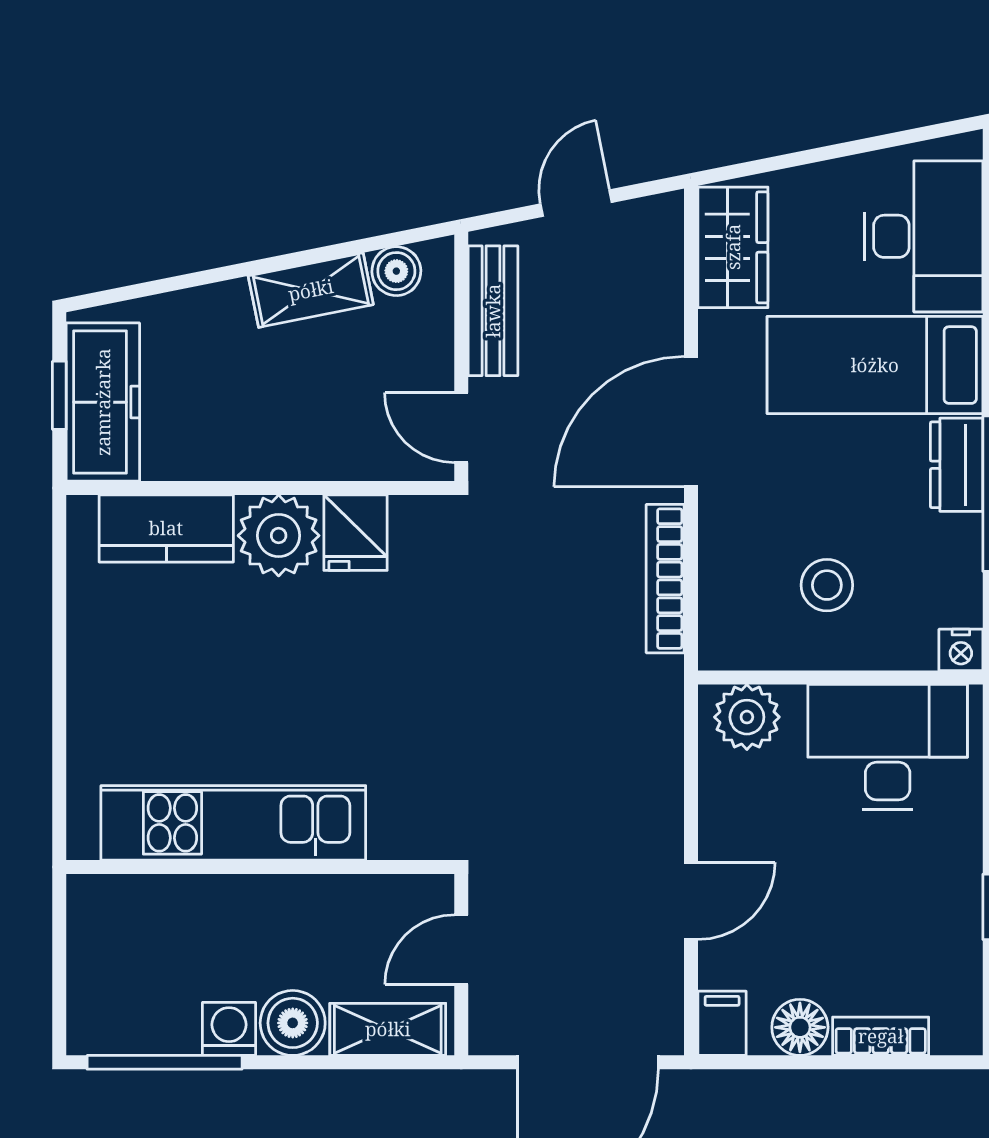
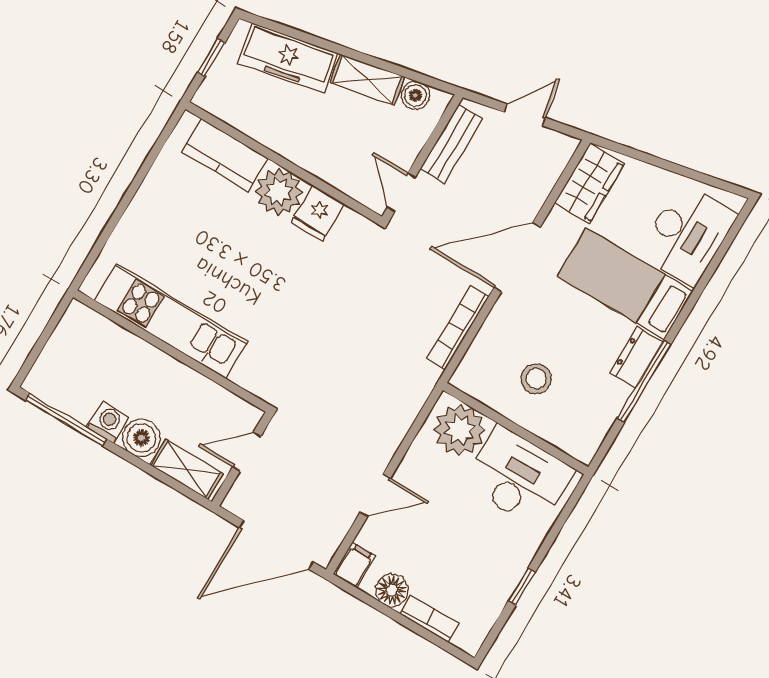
freezer: (103, 402) -> (288, 58), moved, turned 79
nightstand: (961, 650) -> (583, 450), removed
plant: (747, 717) -> (460, 430), width x1.36, depth x1.36

